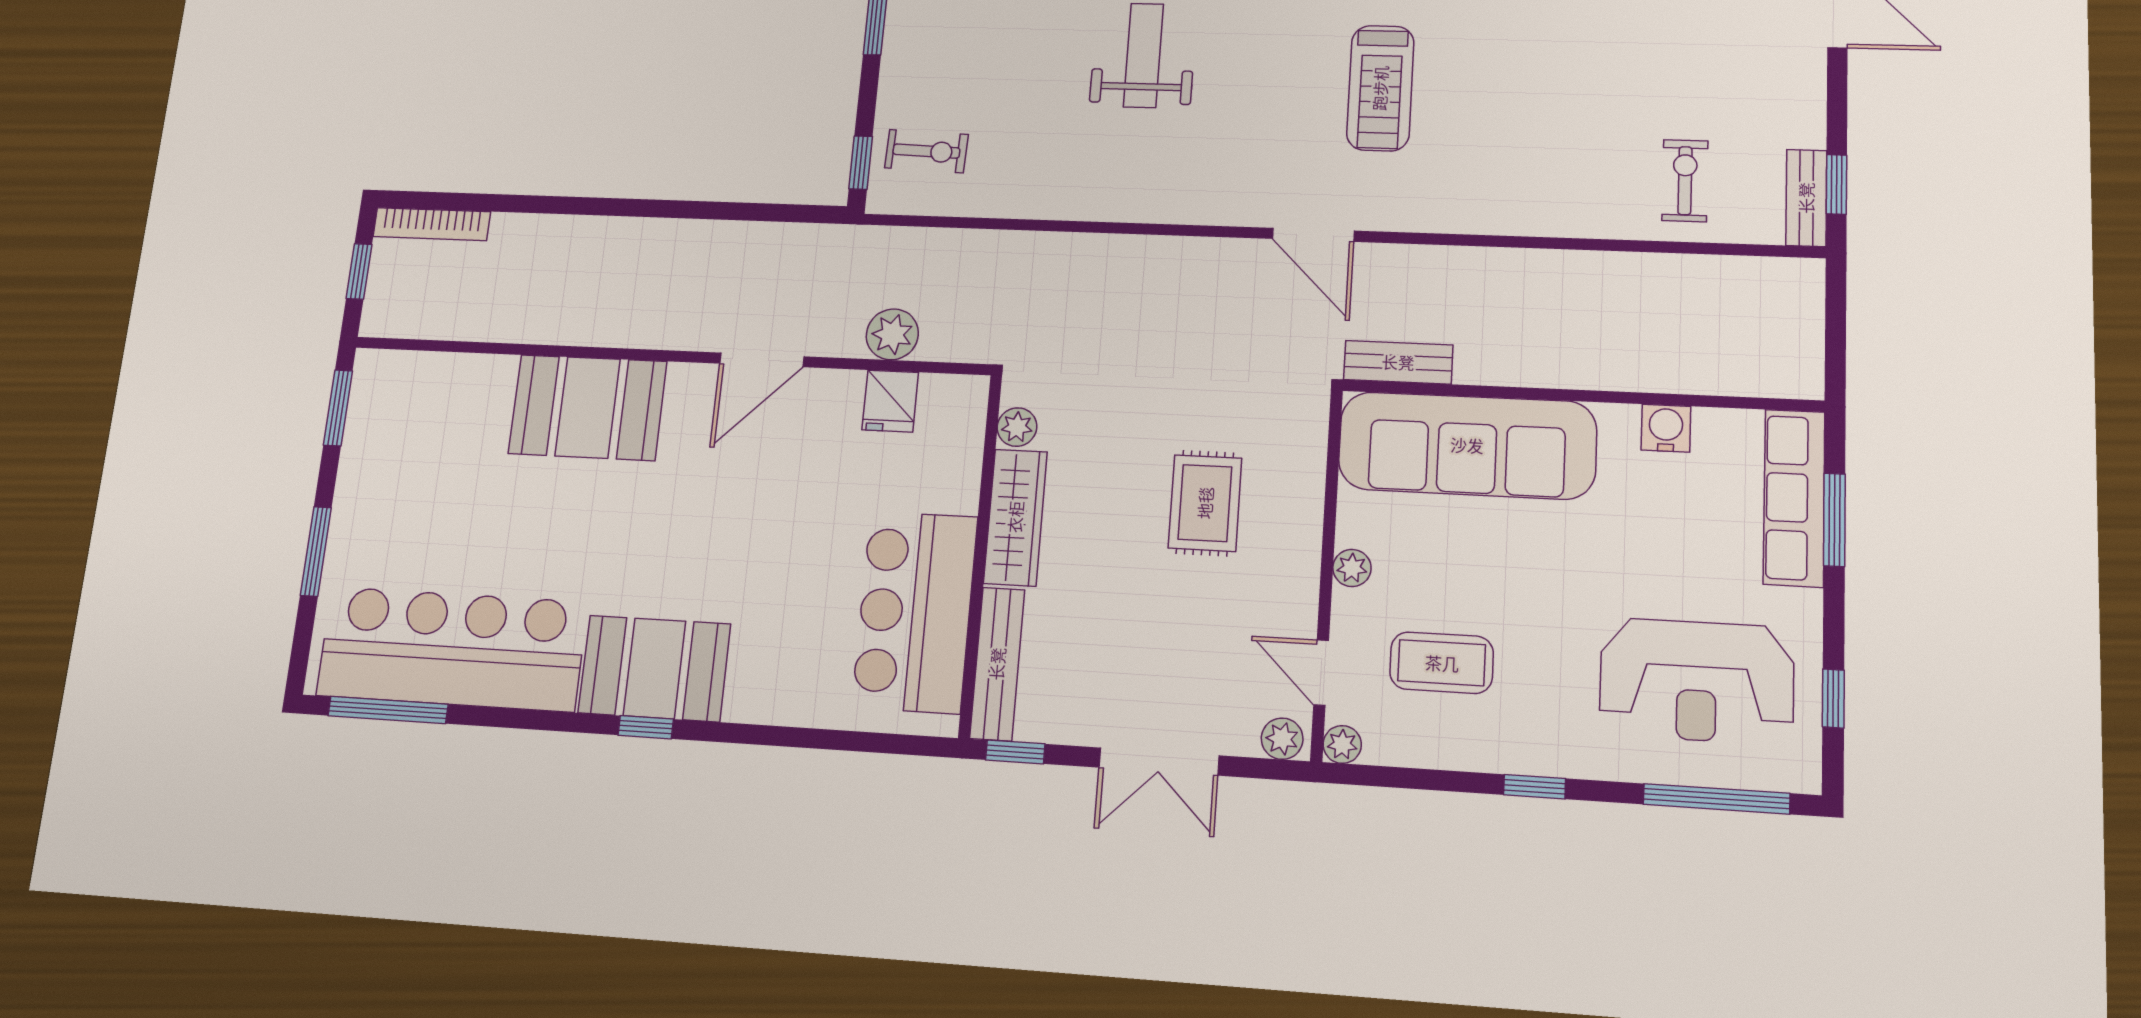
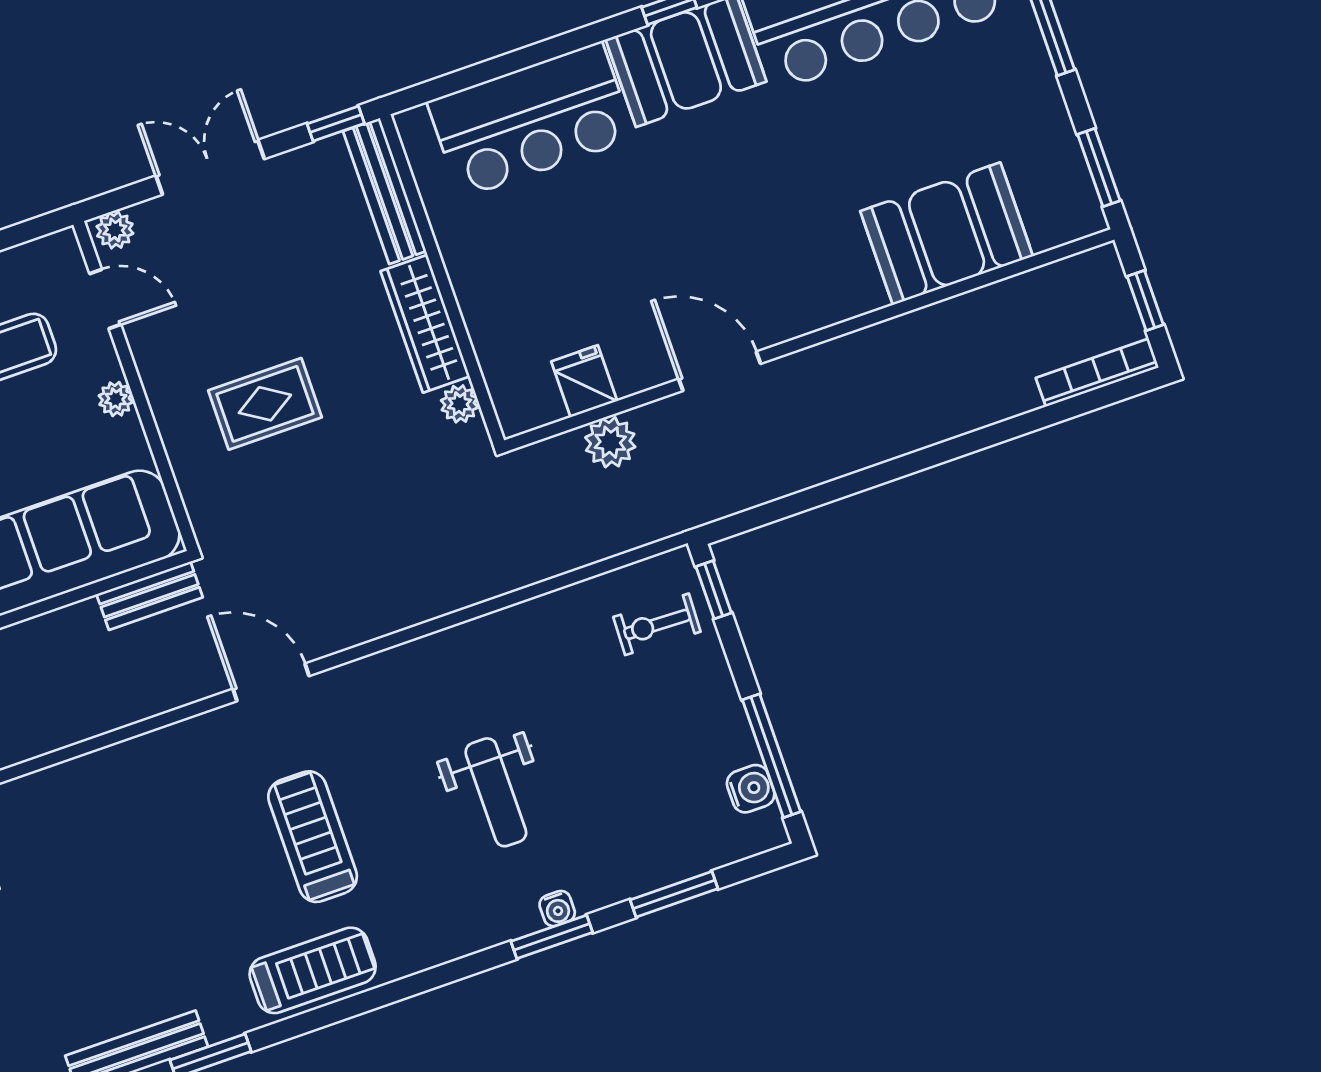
treadmill: (1380, 88) -> (313, 837), moved
door: (762, 360) -> (720, 371), hinge flipped
booth: (588, 407) -> (947, 234), moved
rug: (1205, 503) -> (265, 404), turned 90
bar counter: (915, 612) -> (531, 120), moved, turned 90
plant: (1342, 744) -> (63, 246), removed

